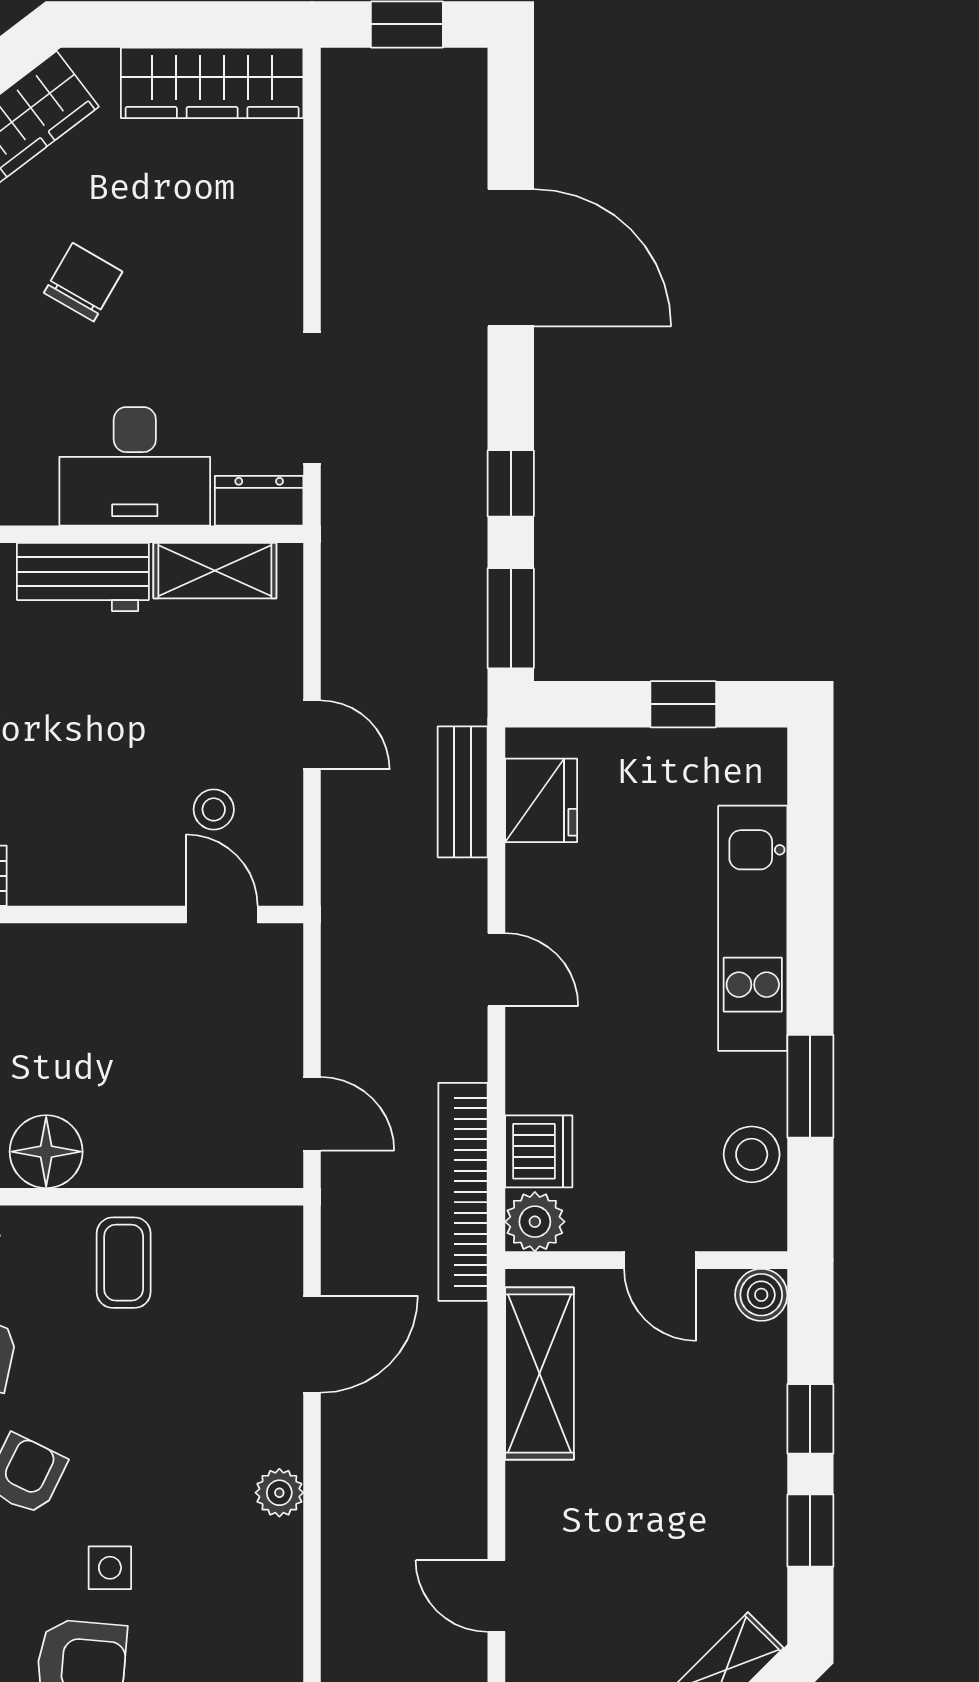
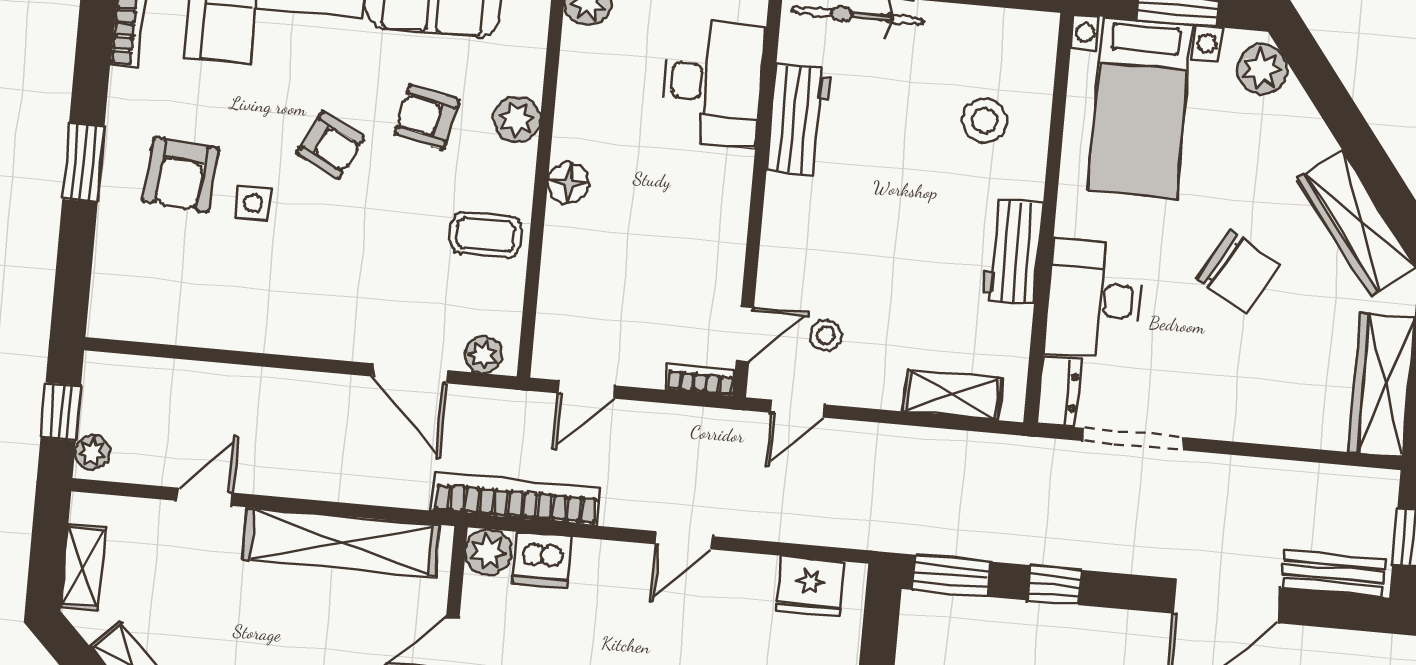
chair: (83, 282) -> (1238, 272), width x1.37, depth x1.37
shelving: (215, 571) -> (953, 395), moved, turned 90
door: (312, 735) -> (798, 409), moved
bench: (463, 792) -> (1333, 573), moved
bookcase: (286, 967) -> (701, 380), added
floor lamp: (46, 1152) -> (568, 183), width x0.73, depth x0.73
shelving: (539, 1373) -> (341, 542), width x1.47
plant: (279, 1493) -> (483, 355), moved

